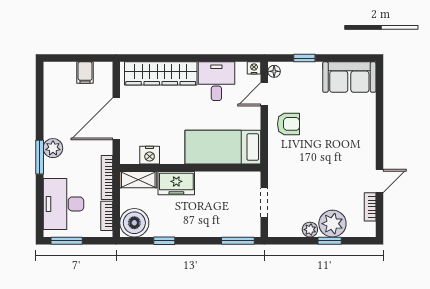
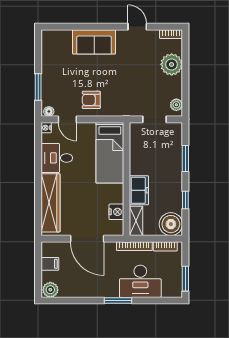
window: (304, 58) -> (38, 87), width x1.50
sofa: (349, 77) -> (94, 42), moved, turned 90
armchair: (288, 124) -> (91, 100), turned -90
plant: (53, 148) -> (50, 290), moved
desk: (63, 204) -> (140, 281), moved
bookcase: (370, 207) -> (171, 34), moved
plant: (310, 230) -> (176, 105), moved
window: (238, 241) -> (185, 159), moved
window: (330, 241) -> (185, 67), removed

